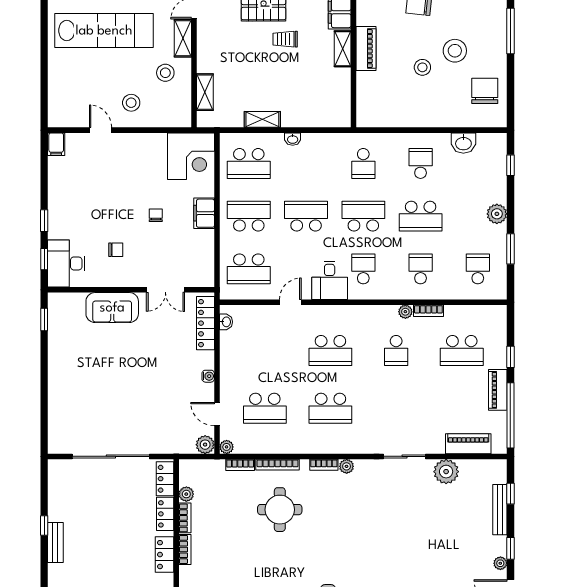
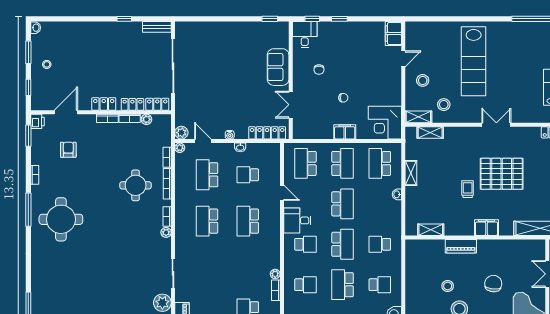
shelving: (183, 38) -> (418, 117), moved
shelving: (343, 49) -> (431, 230), moved
filing cabinet: (56, 144) -> (393, 34), width x2.00
desk: (66, 263) -> (305, 35), width x0.73
washbasin: (226, 322) -> (240, 147), moved
school desk: (396, 350) -> (248, 175), moved
door: (217, 414) -> (203, 141), hinge flipped
bench: (55, 543) -> (157, 27), moved

